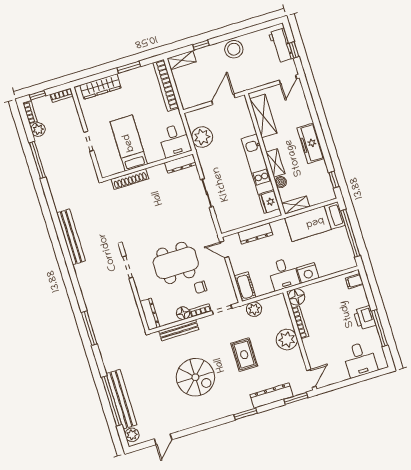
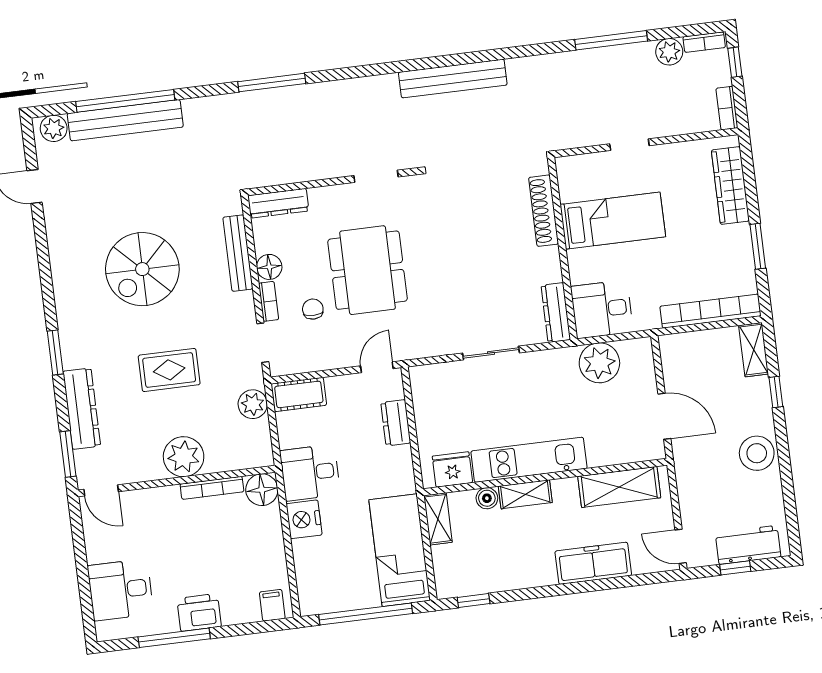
freezer: (311, 143) -> (593, 563), moved
dresser: (255, 234) -> (396, 423), width x0.70

